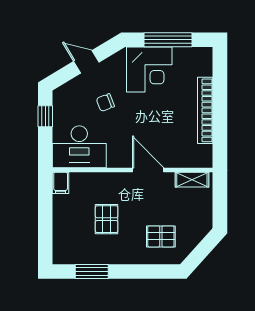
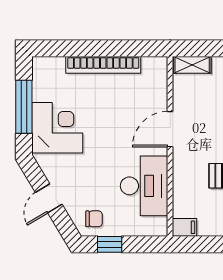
chair: (105, 103) -> (94, 219), moved, turned -69
desk: (79, 147) -> (144, 186), moved
shelving: (192, 180) -> (192, 65), moved, turned 90

